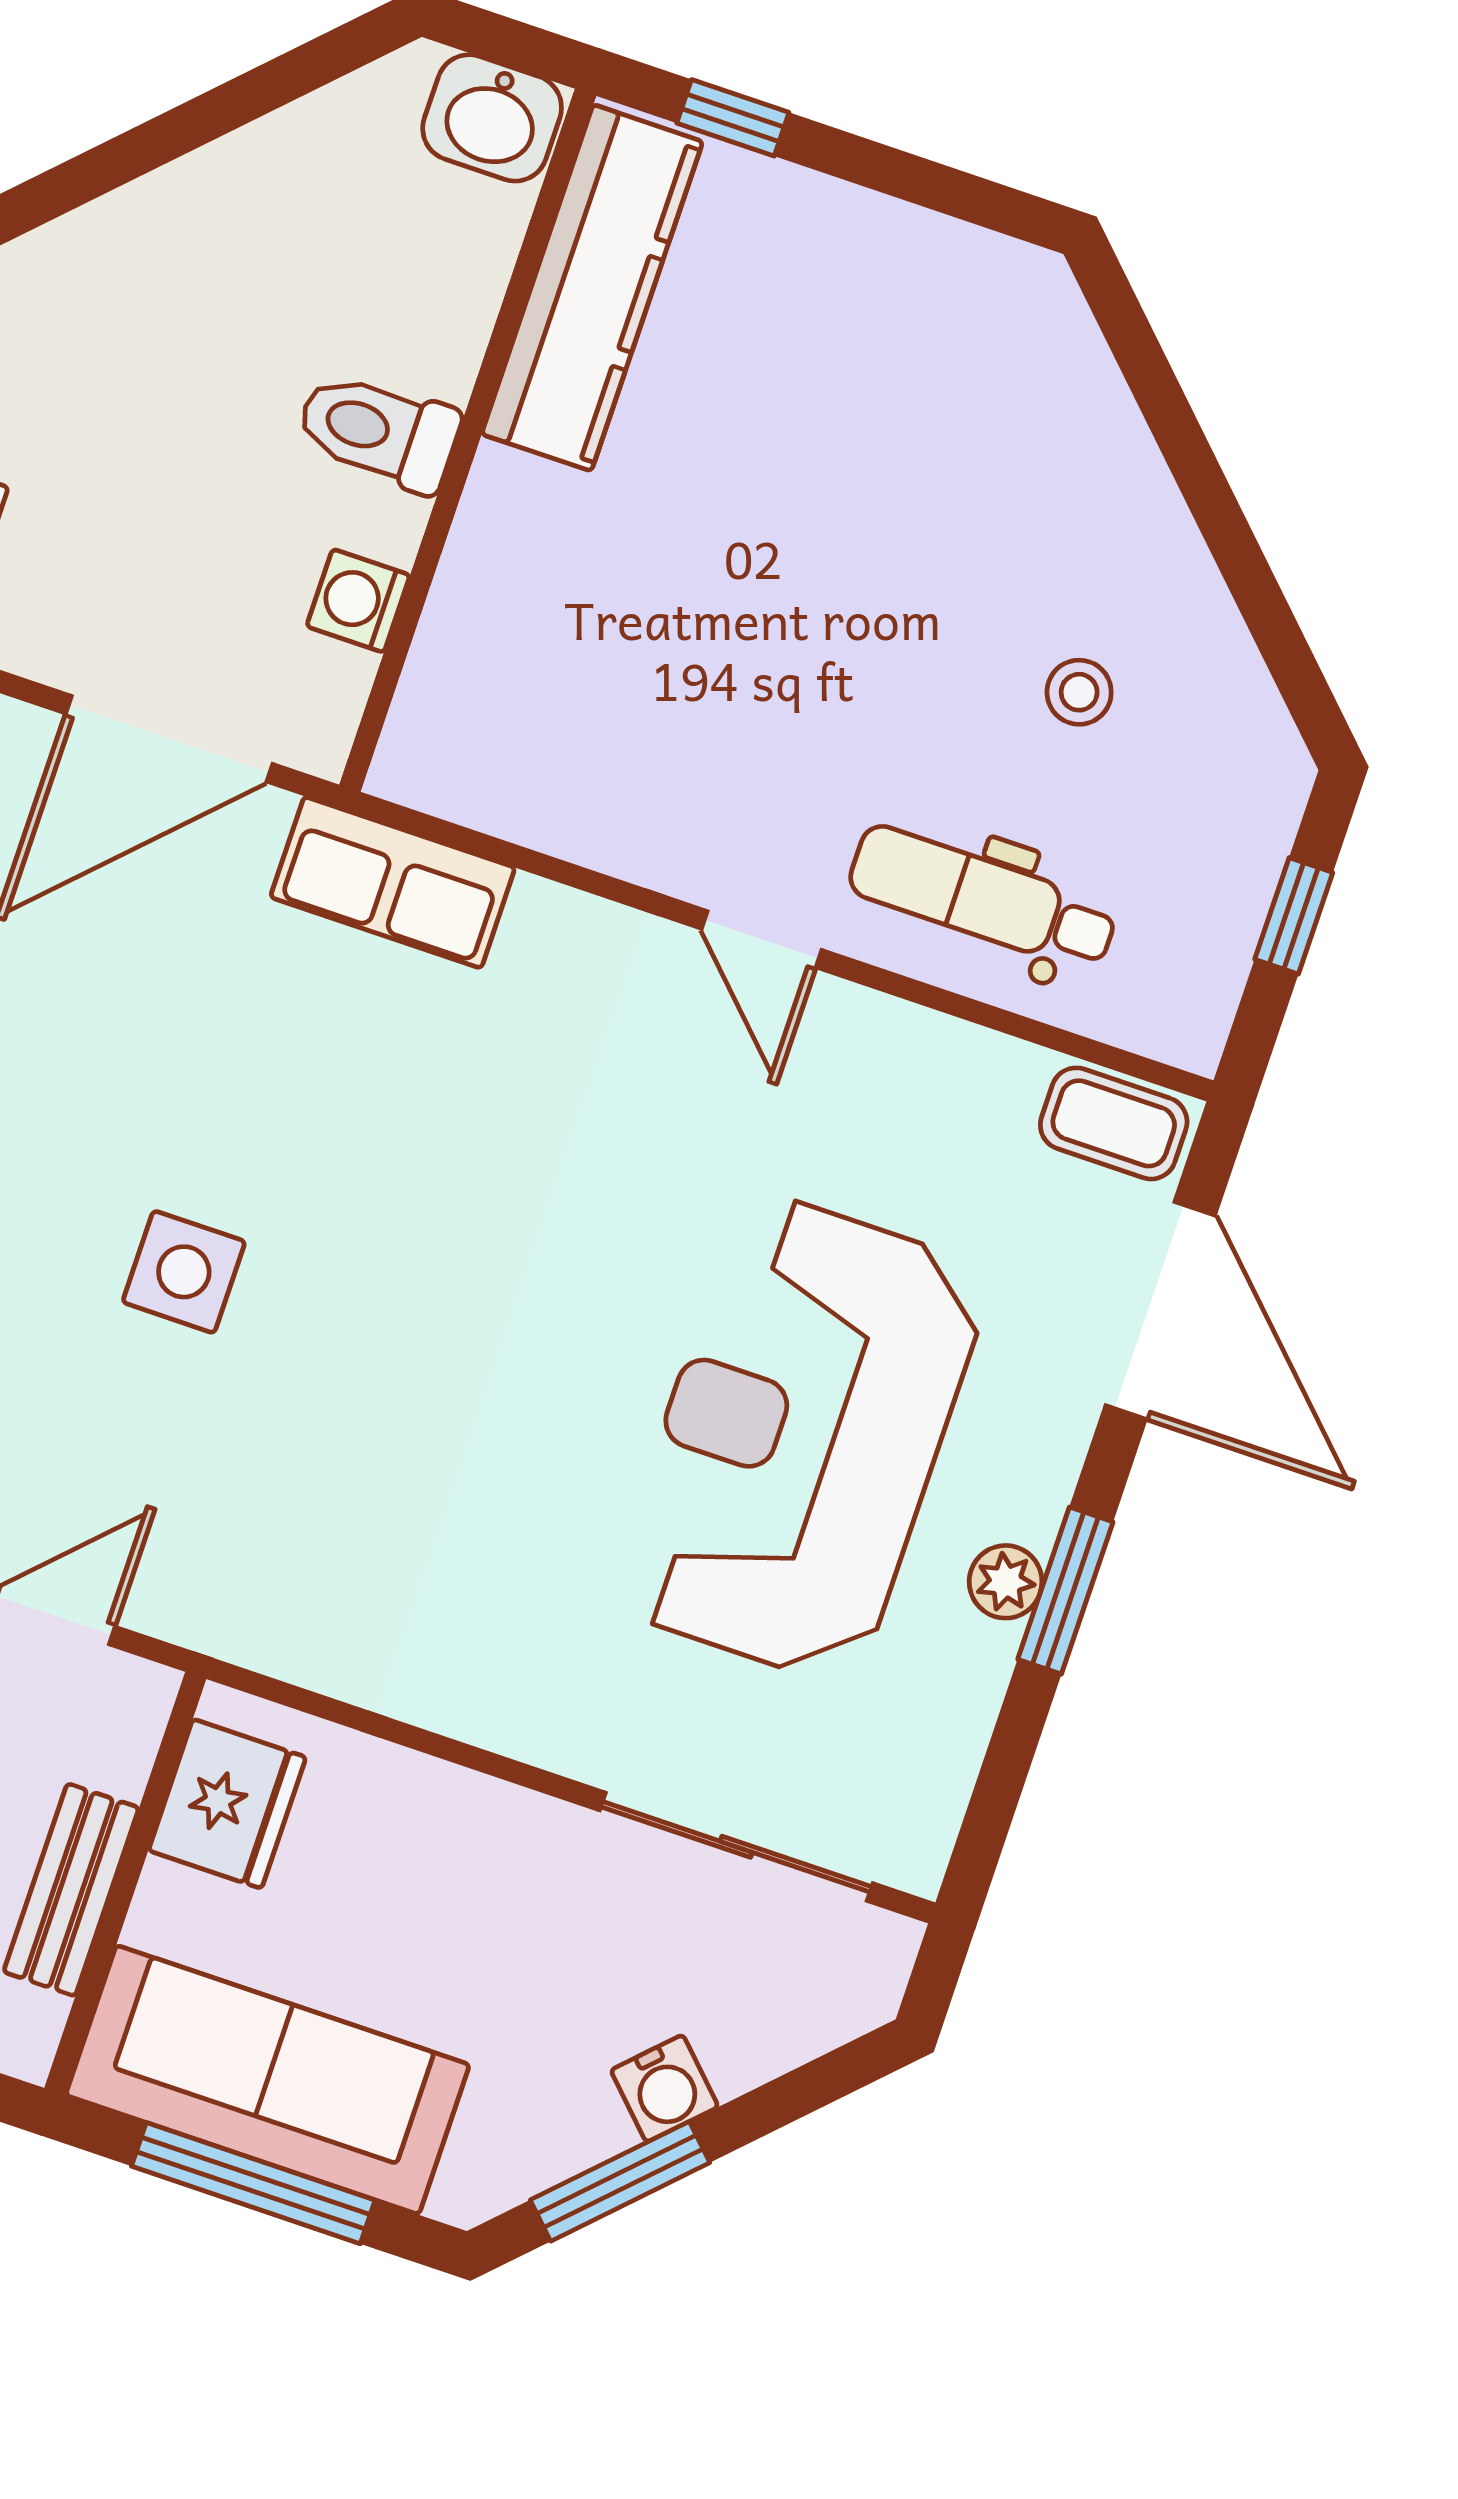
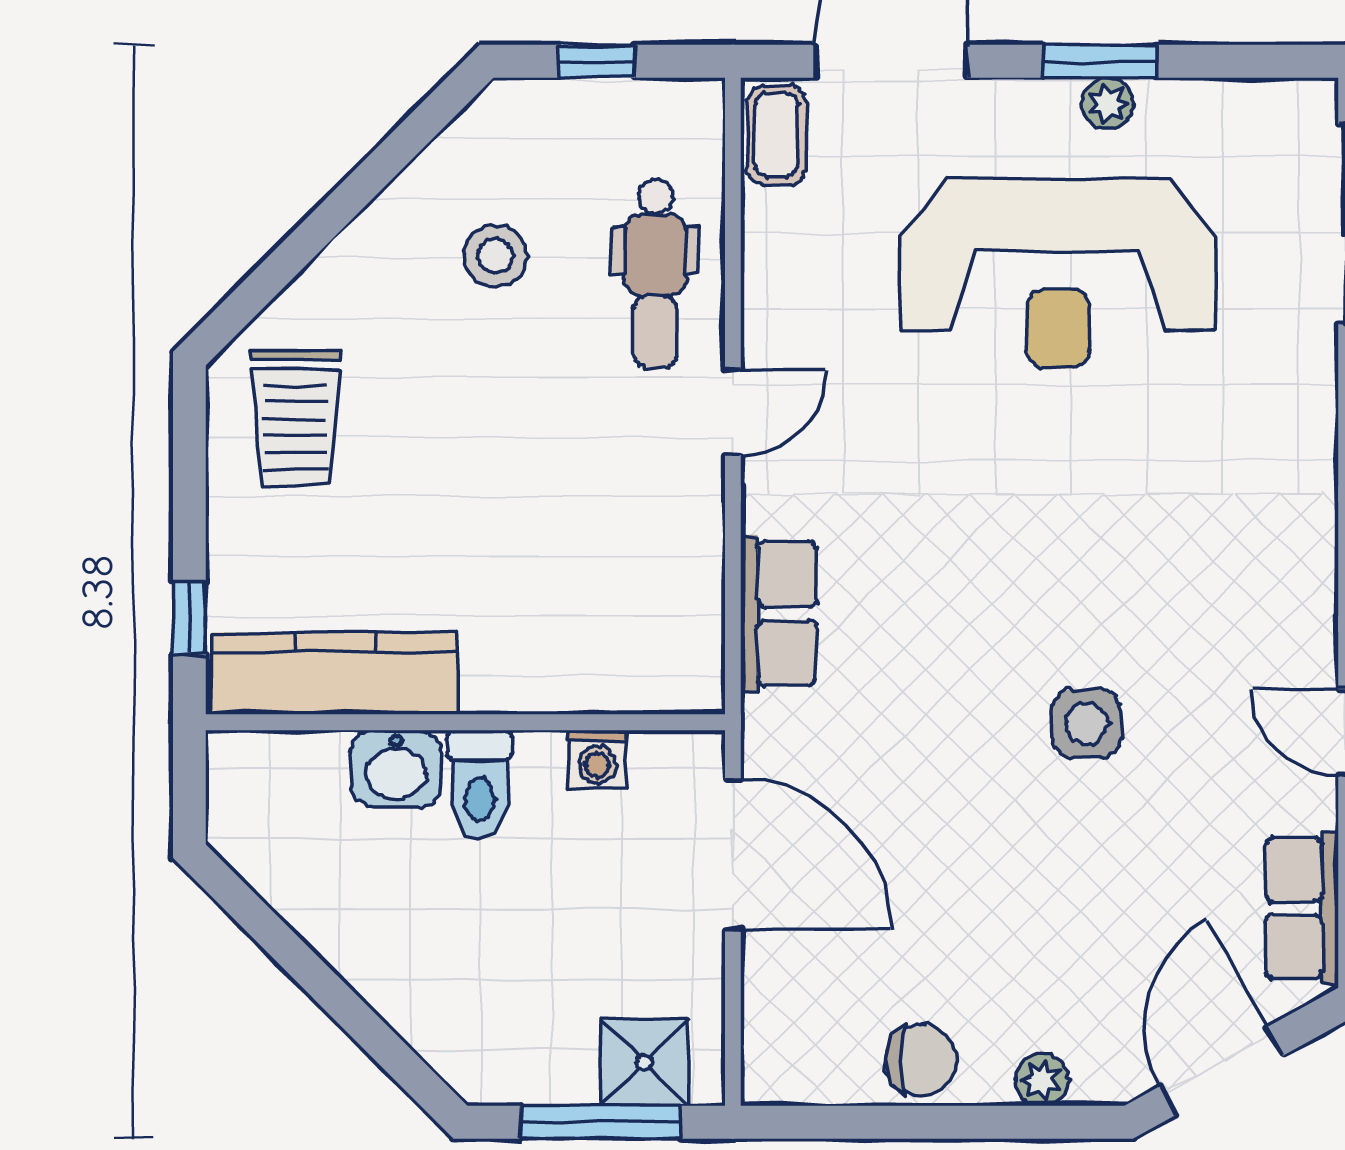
washbasin: (492, 118) -> (396, 768), moved, turned 90
trolley: (953, 351) -> (295, 418), added
stool: (1079, 692) -> (495, 256), width x1.37, depth x1.37
row of seats: (393, 882) -> (778, 614), moved

